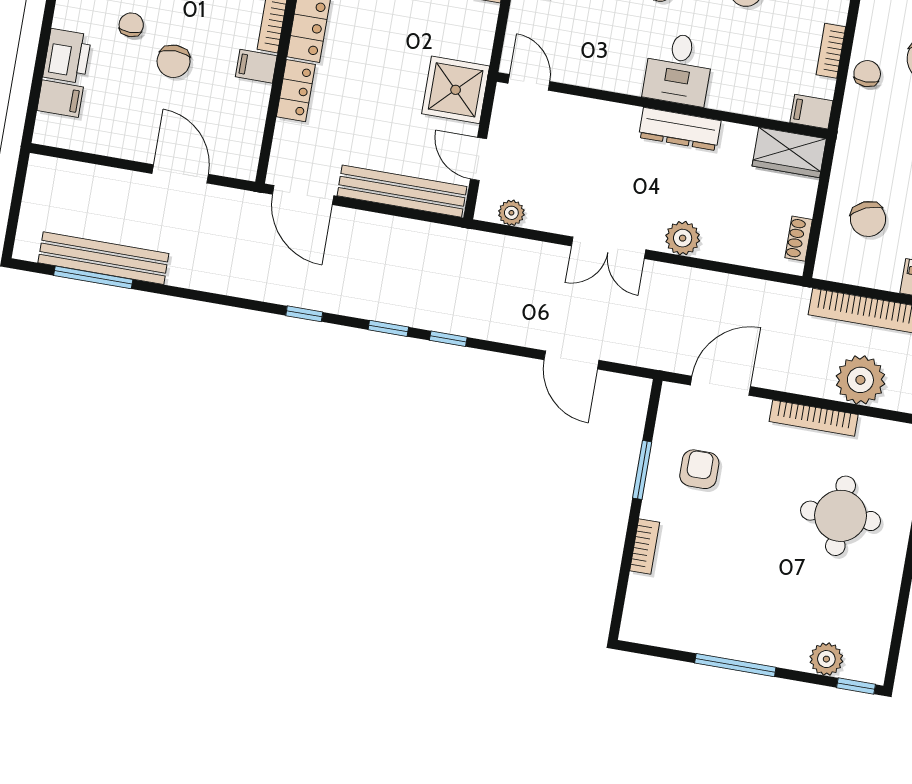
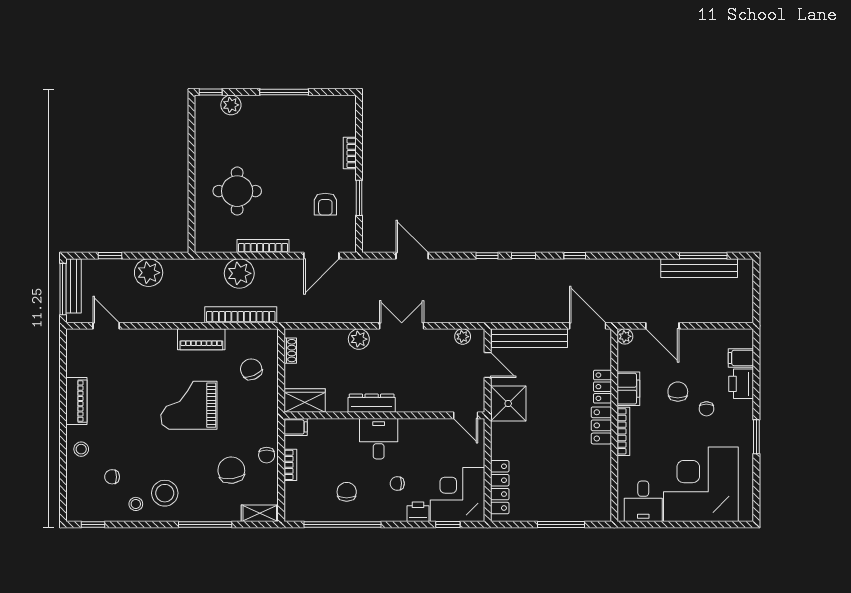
filing cabinet: (256, 66) -> (628, 389), width x2.00
plant: (245, 167) -> (625, 336), added

